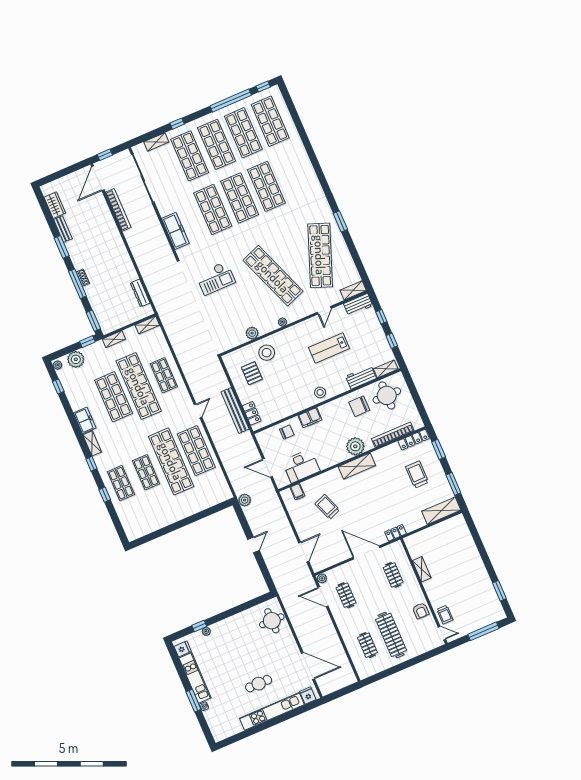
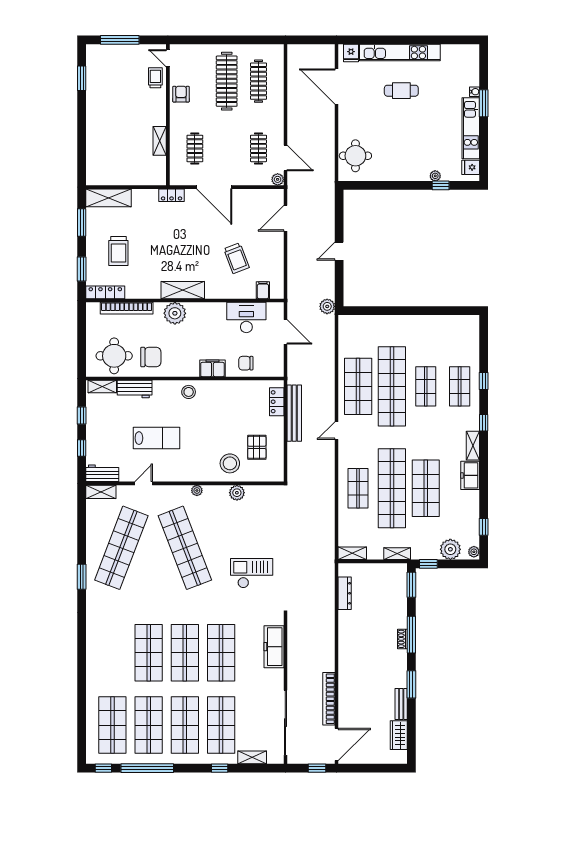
clothes rail: (367, 645) -> (258, 81), width x1.36

